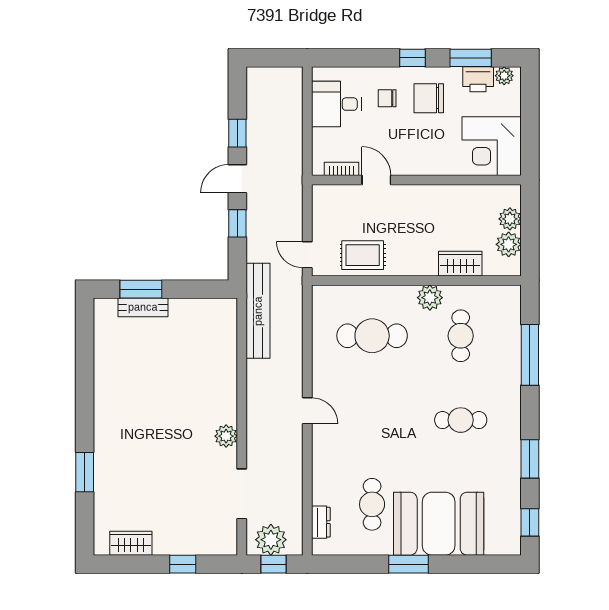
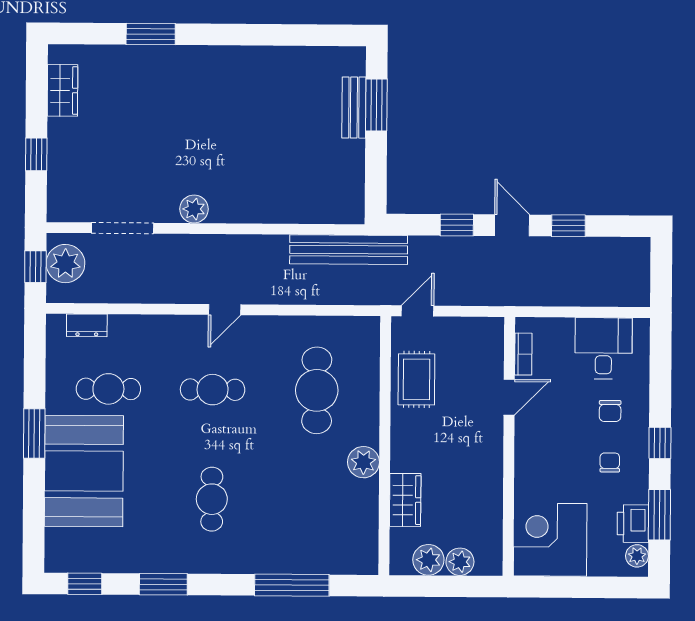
chair: (387, 98) -> (610, 411), turned 180
chair: (429, 98) -> (610, 462), width x0.54, depth x0.54
cafe table: (461, 336) -> (213, 390), moved

